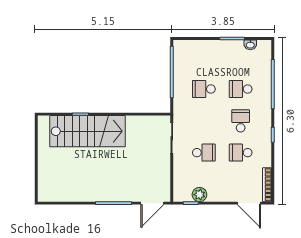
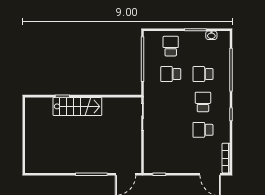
stairs: (87, 131) -> (77, 106), width x0.73, depth x0.66
school desk: (204, 153) -> (171, 46), moved, turned -90
plant: (199, 195) -> (167, 167), removed

